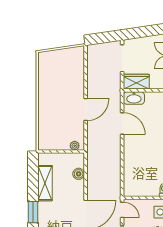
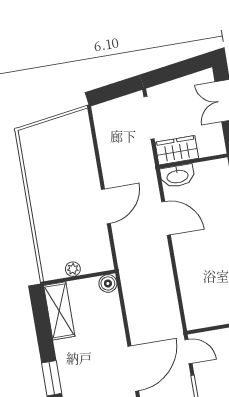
plant: (75, 146) -> (73, 269), moved
boiler: (79, 174) -> (108, 283), moved
shelving: (45, 183) -> (59, 311), moved

